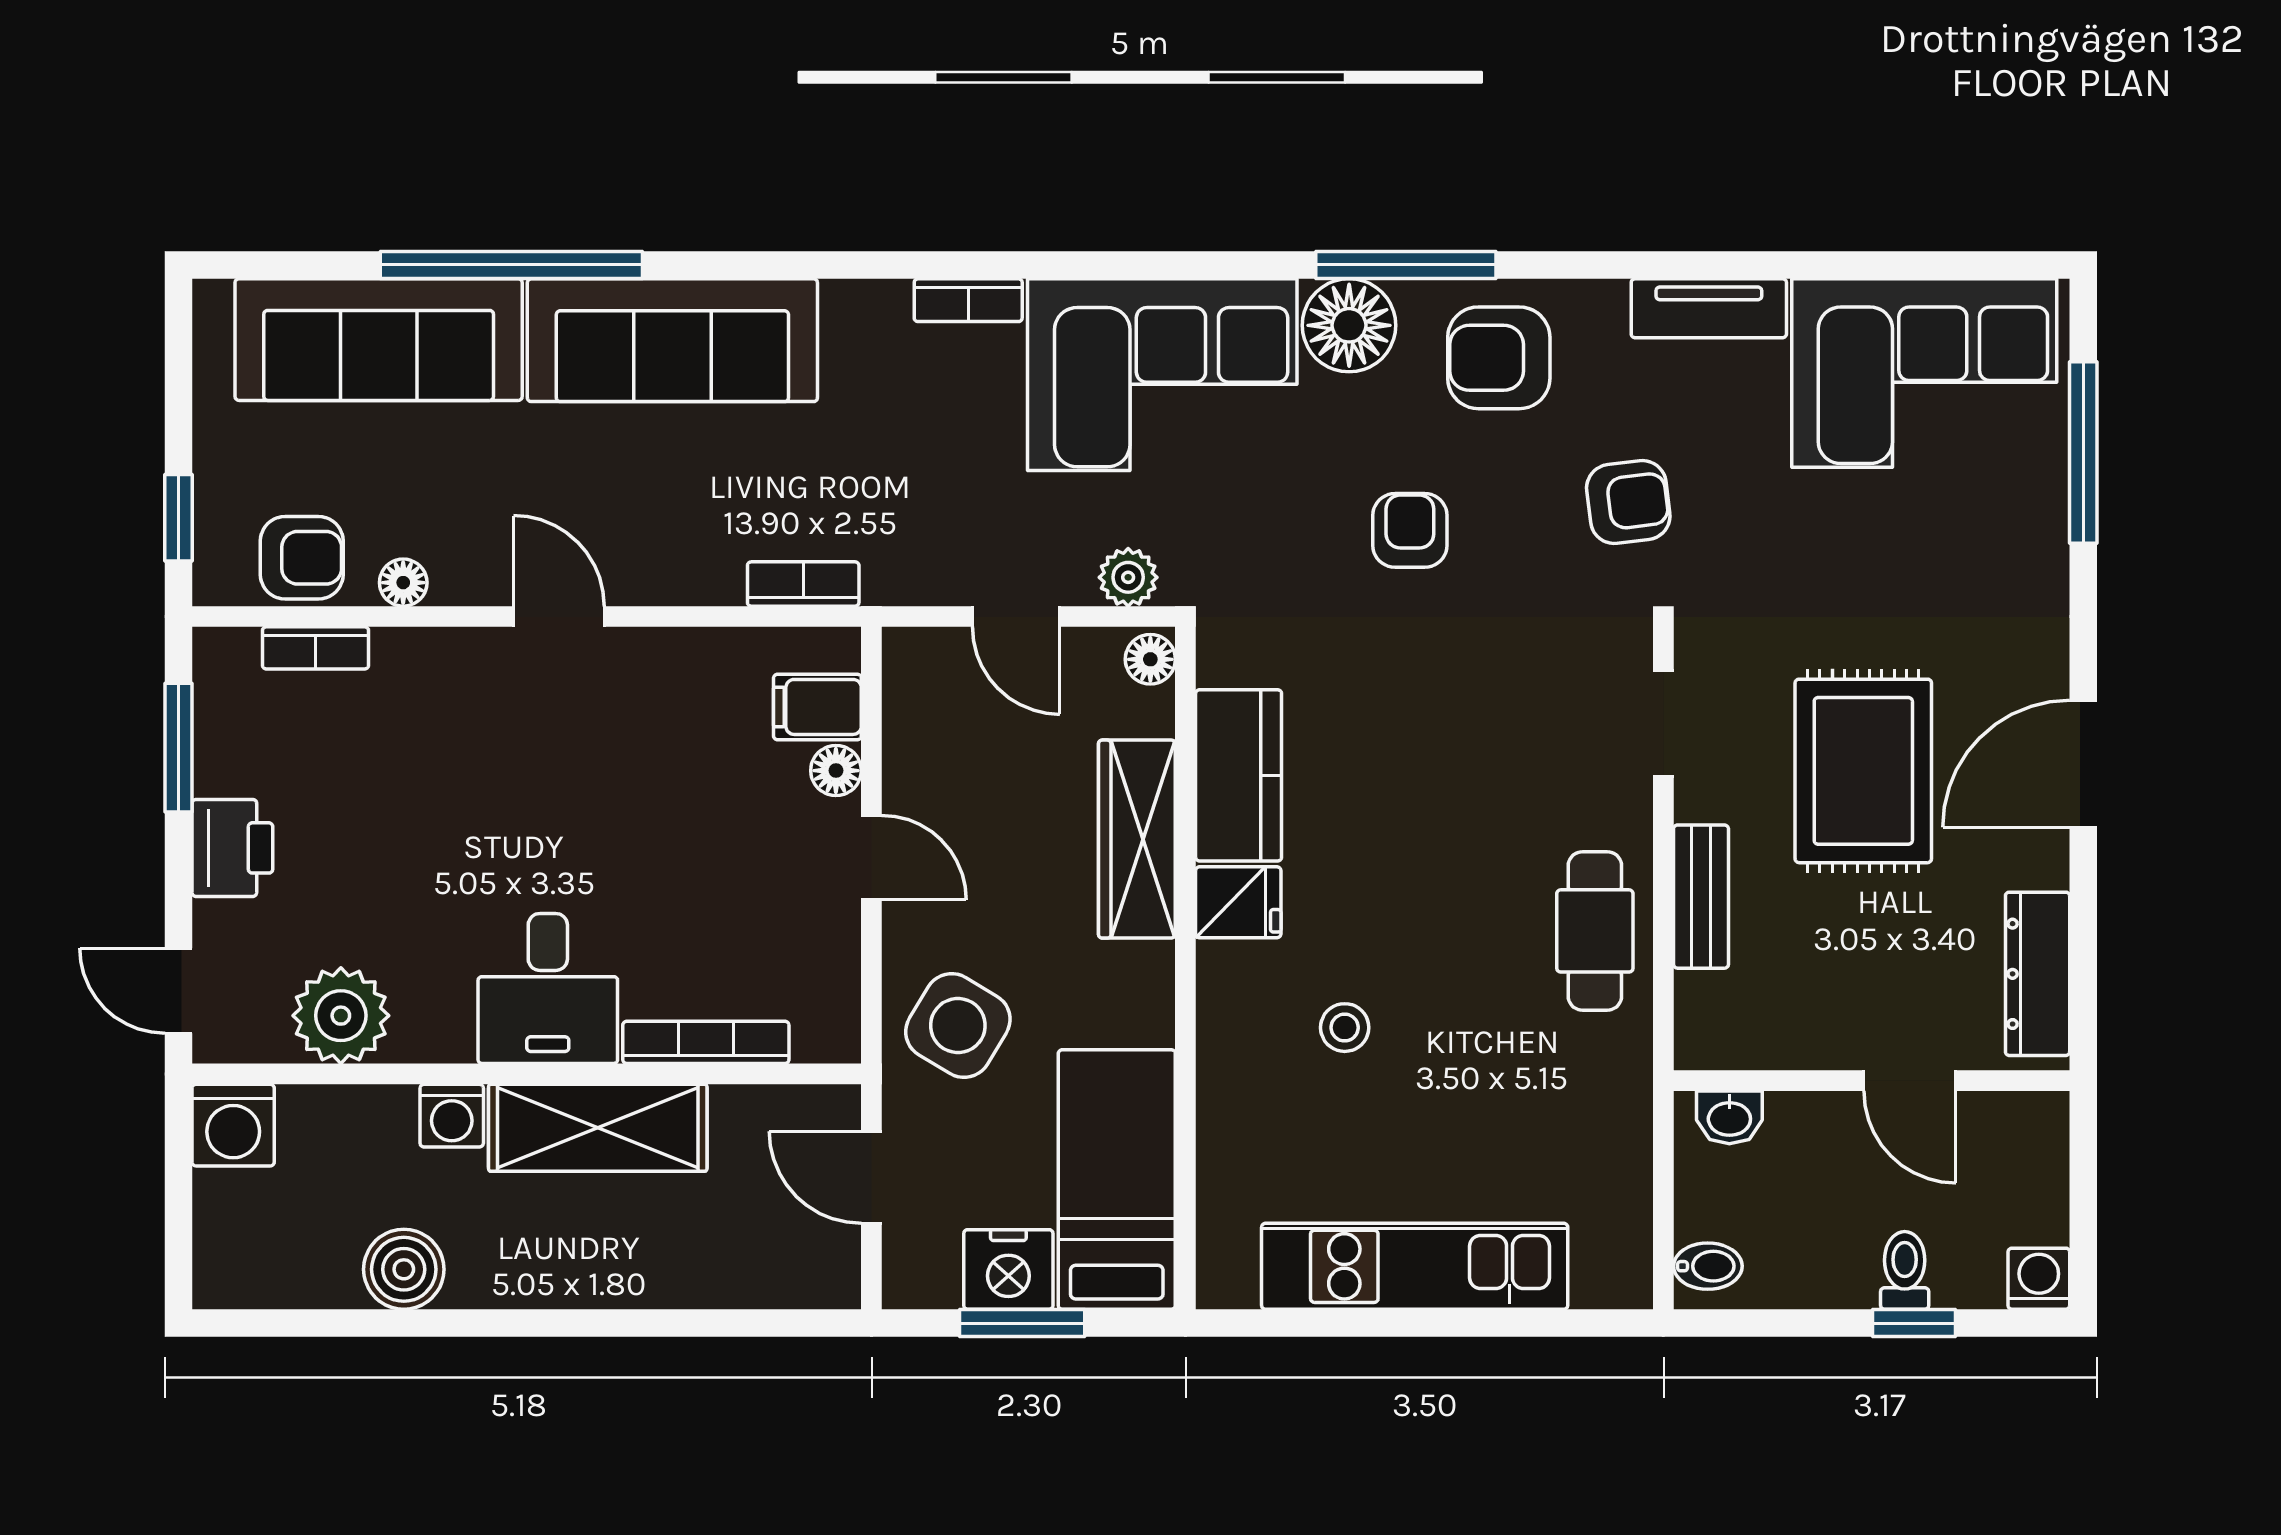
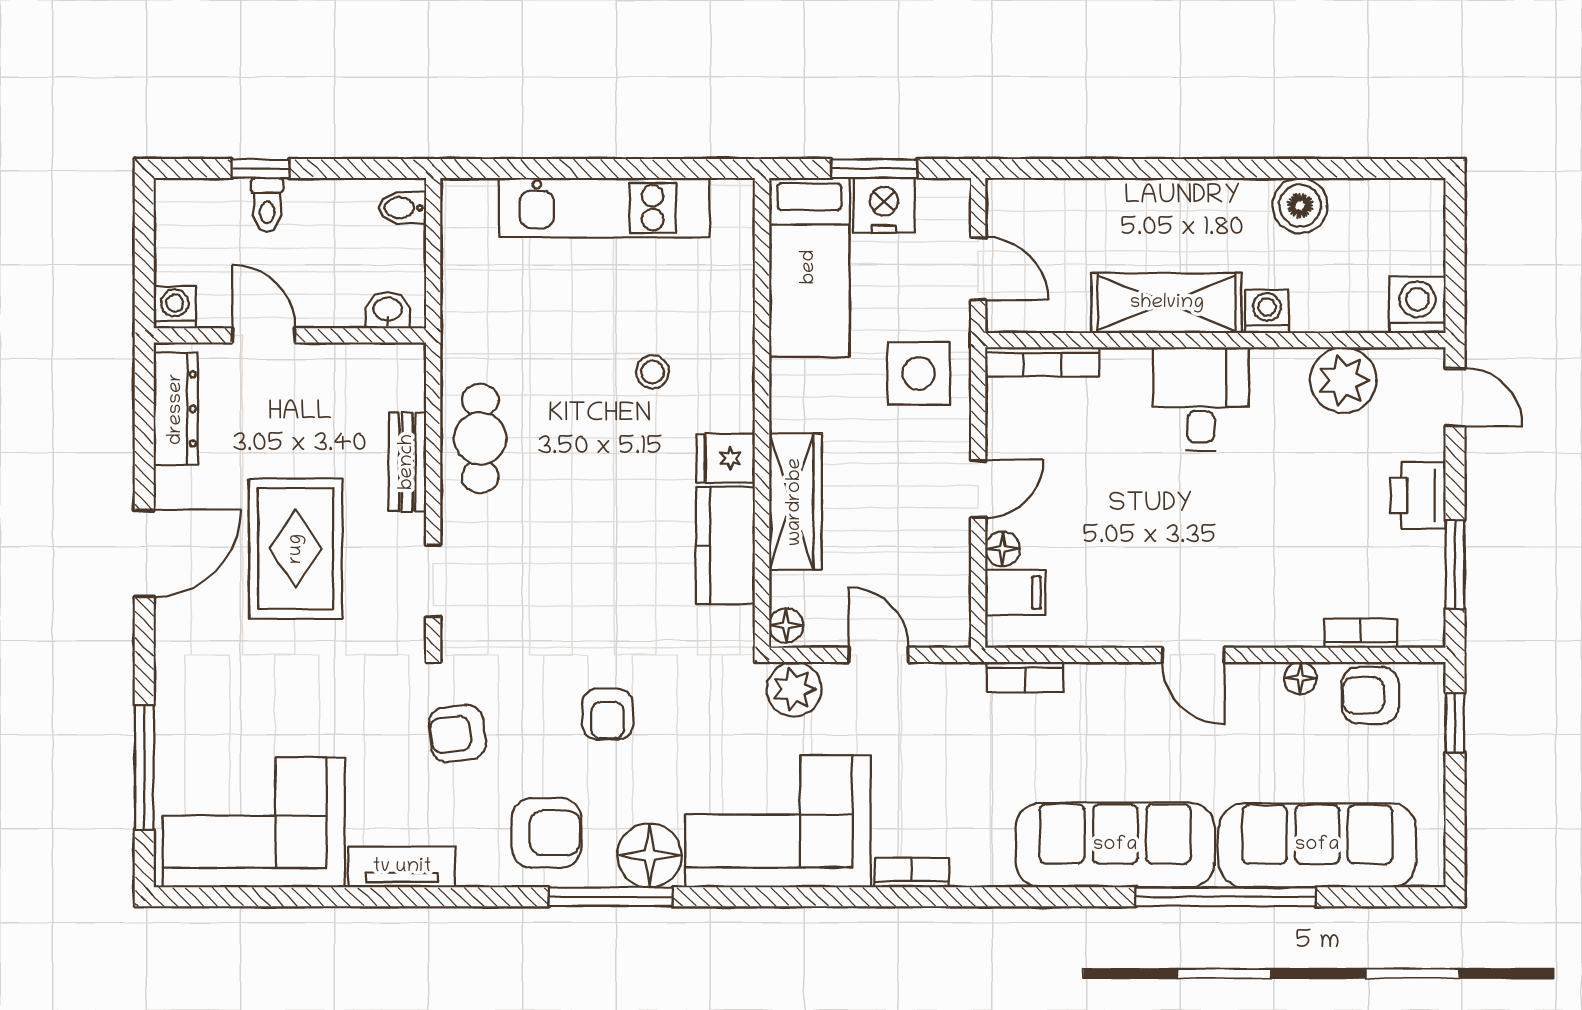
plant: (1128, 577) -> (794, 689), width x1.38, depth x1.38
door: (871, 858) -> (978, 489), swing flipped
side table: (958, 1026) -> (919, 373), turned -31
bookcase: (706, 1042) -> (1042, 362), moved
washing machine: (2039, 1279) -> (175, 307), moved, turned 180

